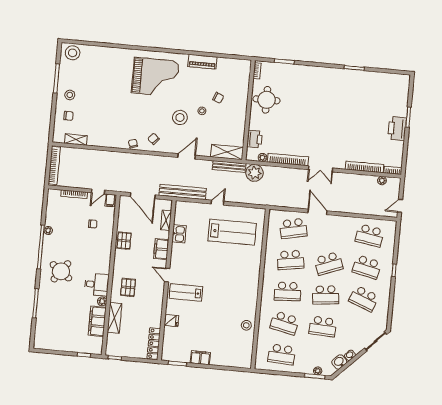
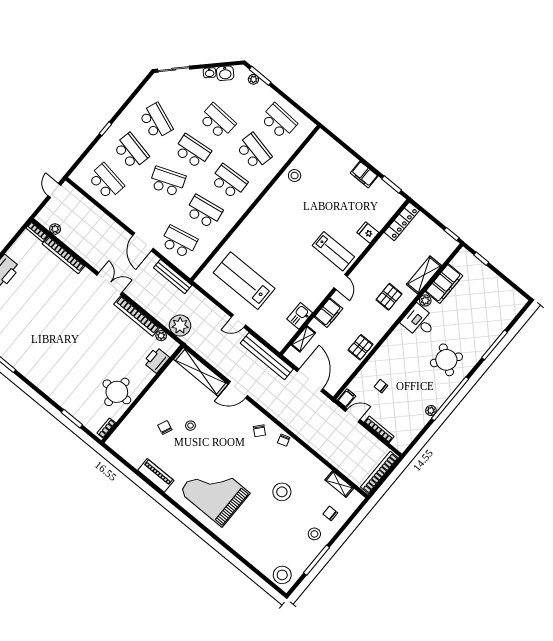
stool: (180, 117) -> (282, 492), moved
shelving: (227, 152) -> (201, 372), width x1.47
bench: (229, 167) -> (173, 276), moved
door: (400, 206) -> (54, 190), swing flipped

